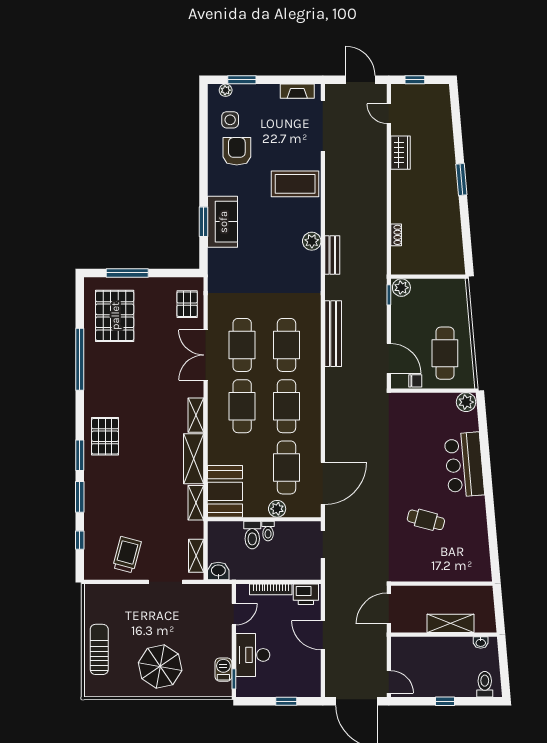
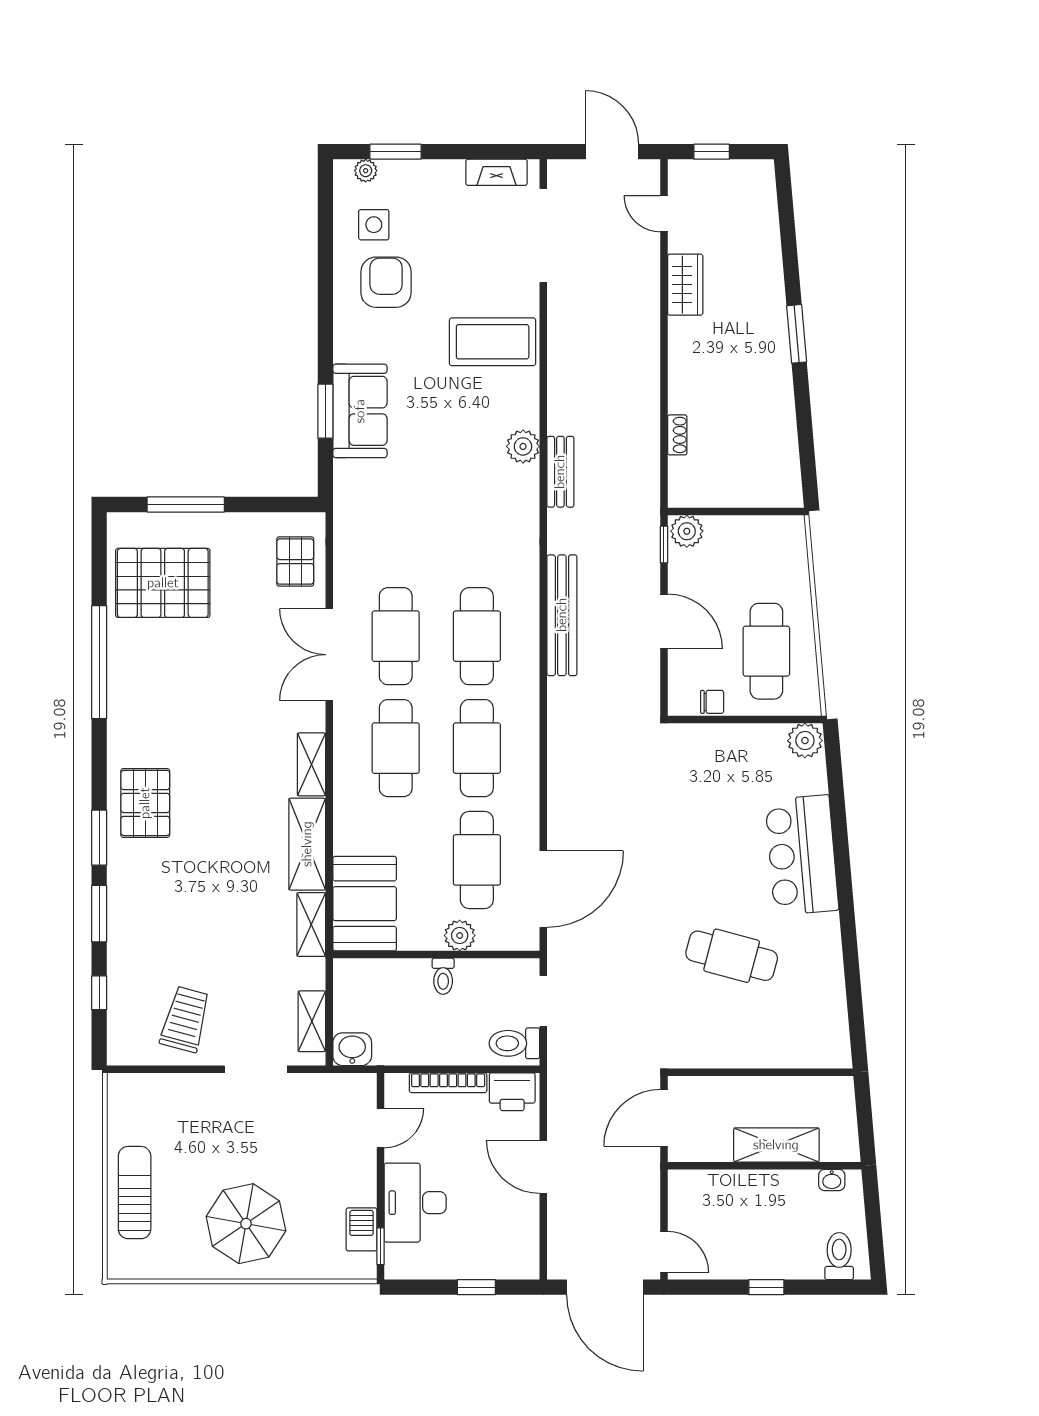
pallet: (115, 316) -> (163, 583), turned 90
door: (389, 358) -> (664, 621), moved
cafe table: (426, 520) -> (732, 956), width x1.37, depth x1.35
toilet: (252, 535) -> (514, 1043), moved, turned 90

